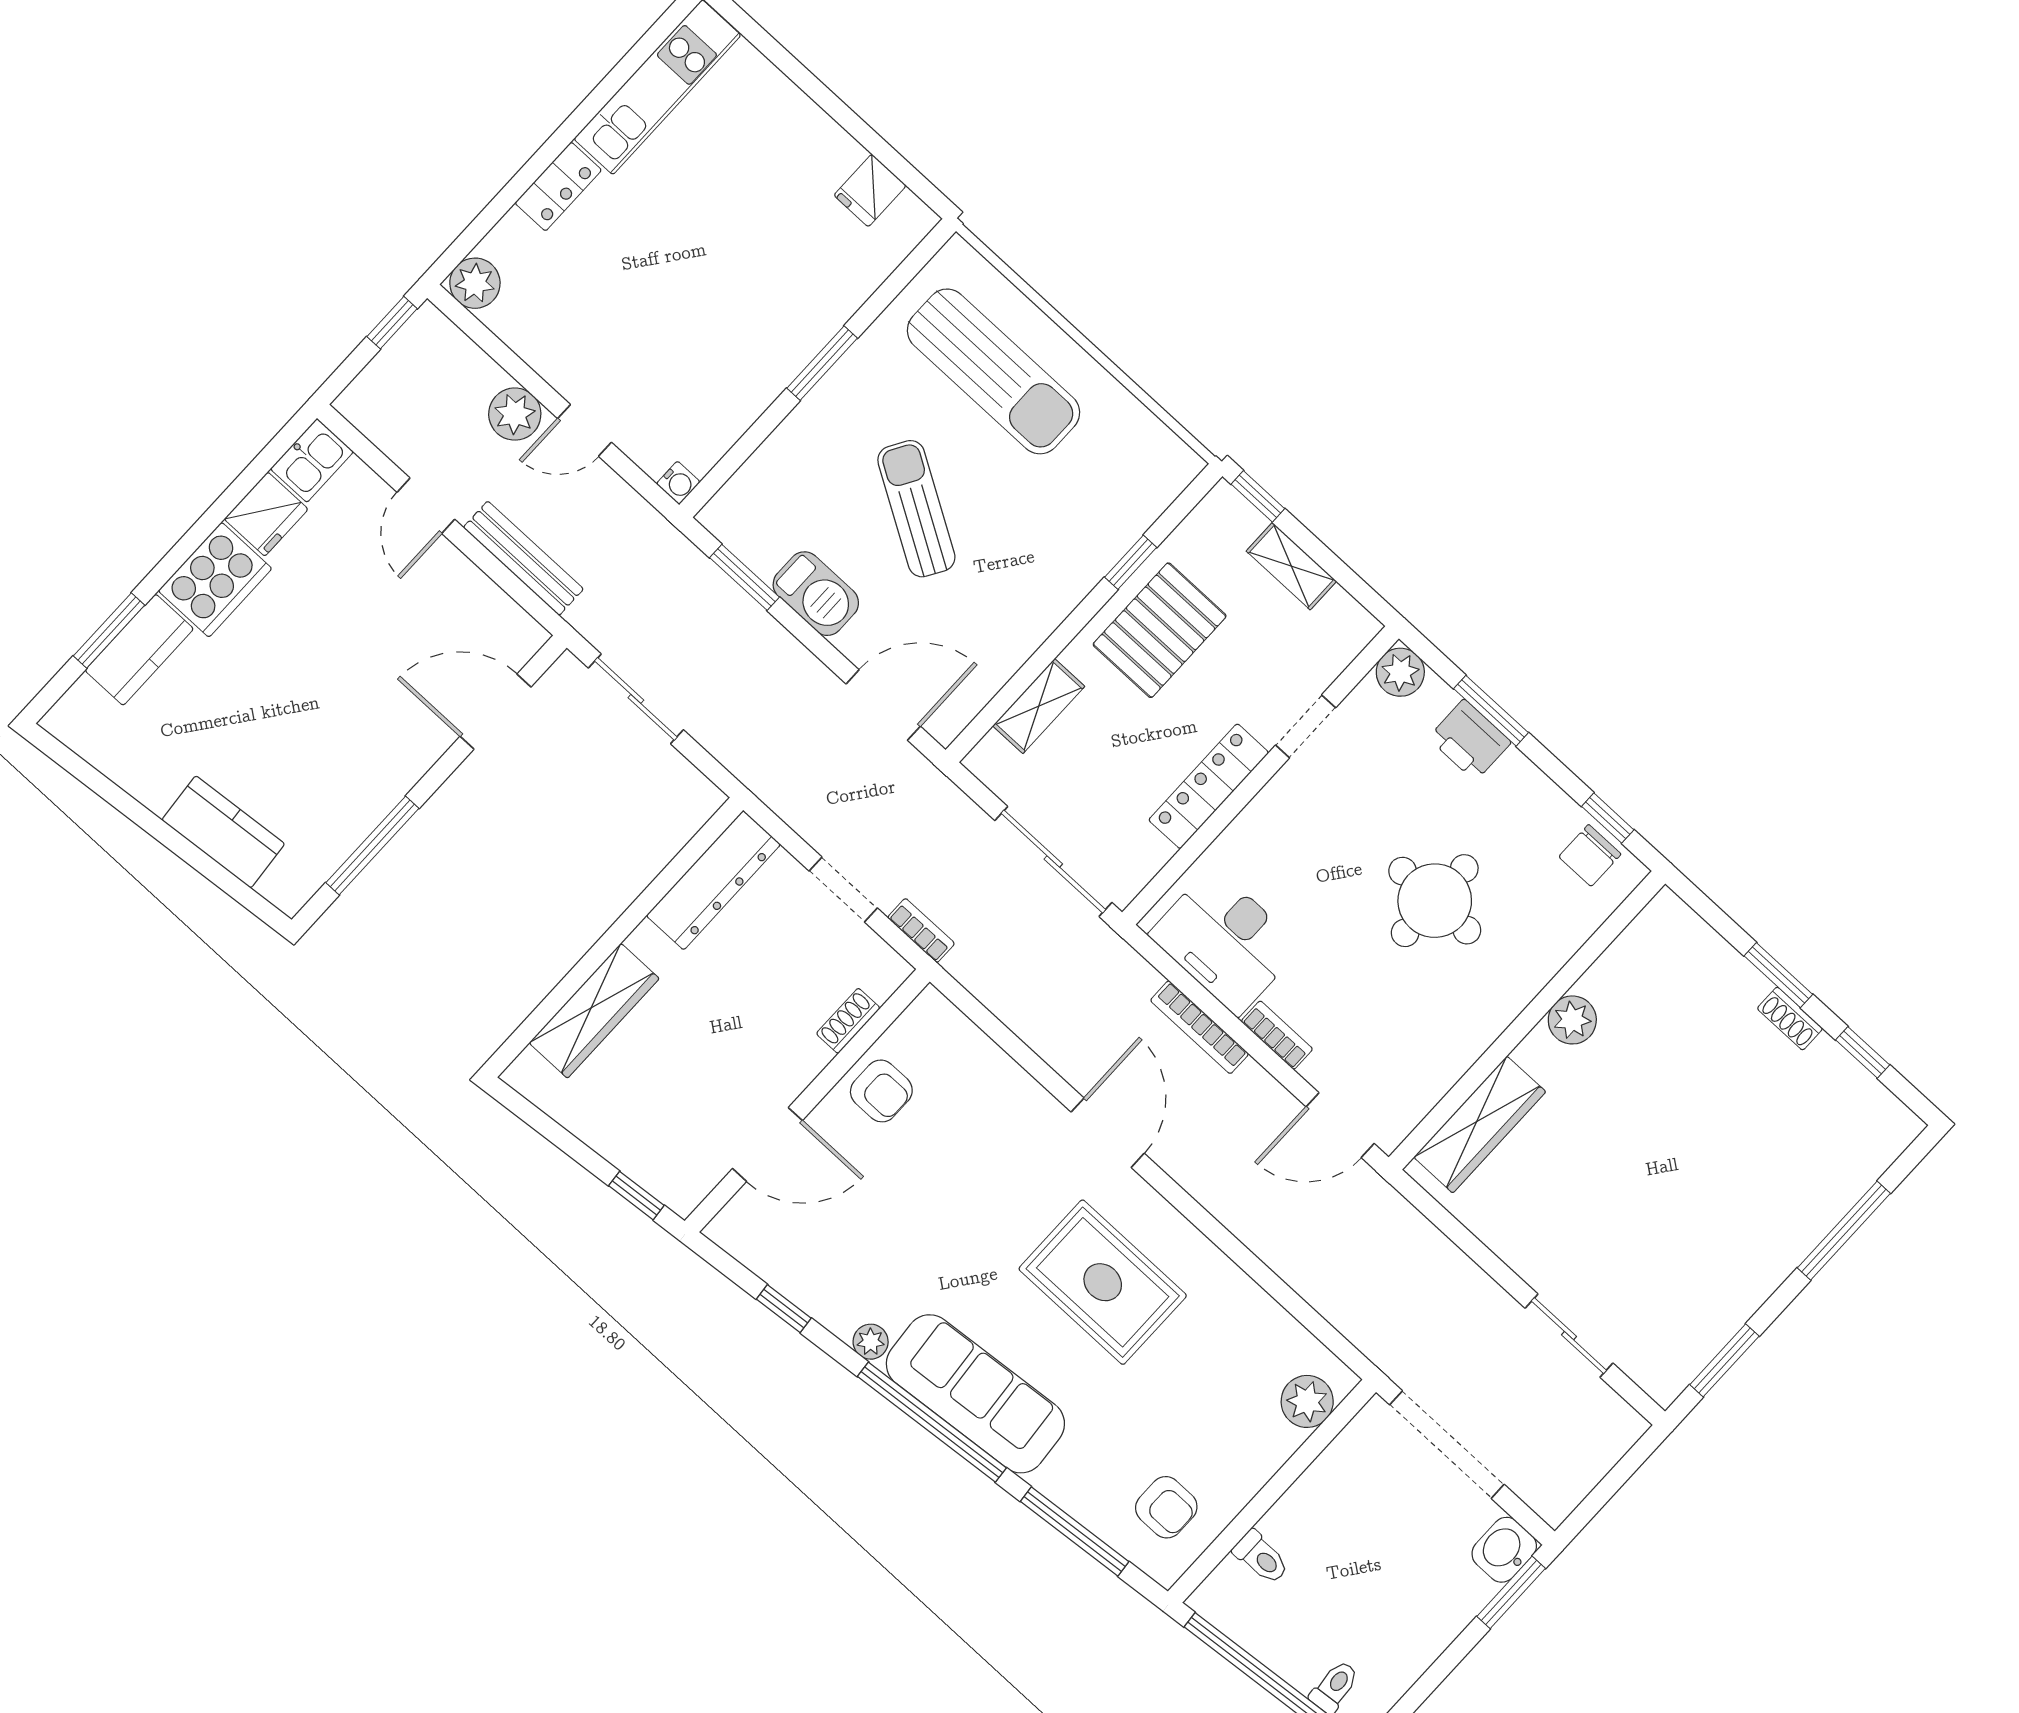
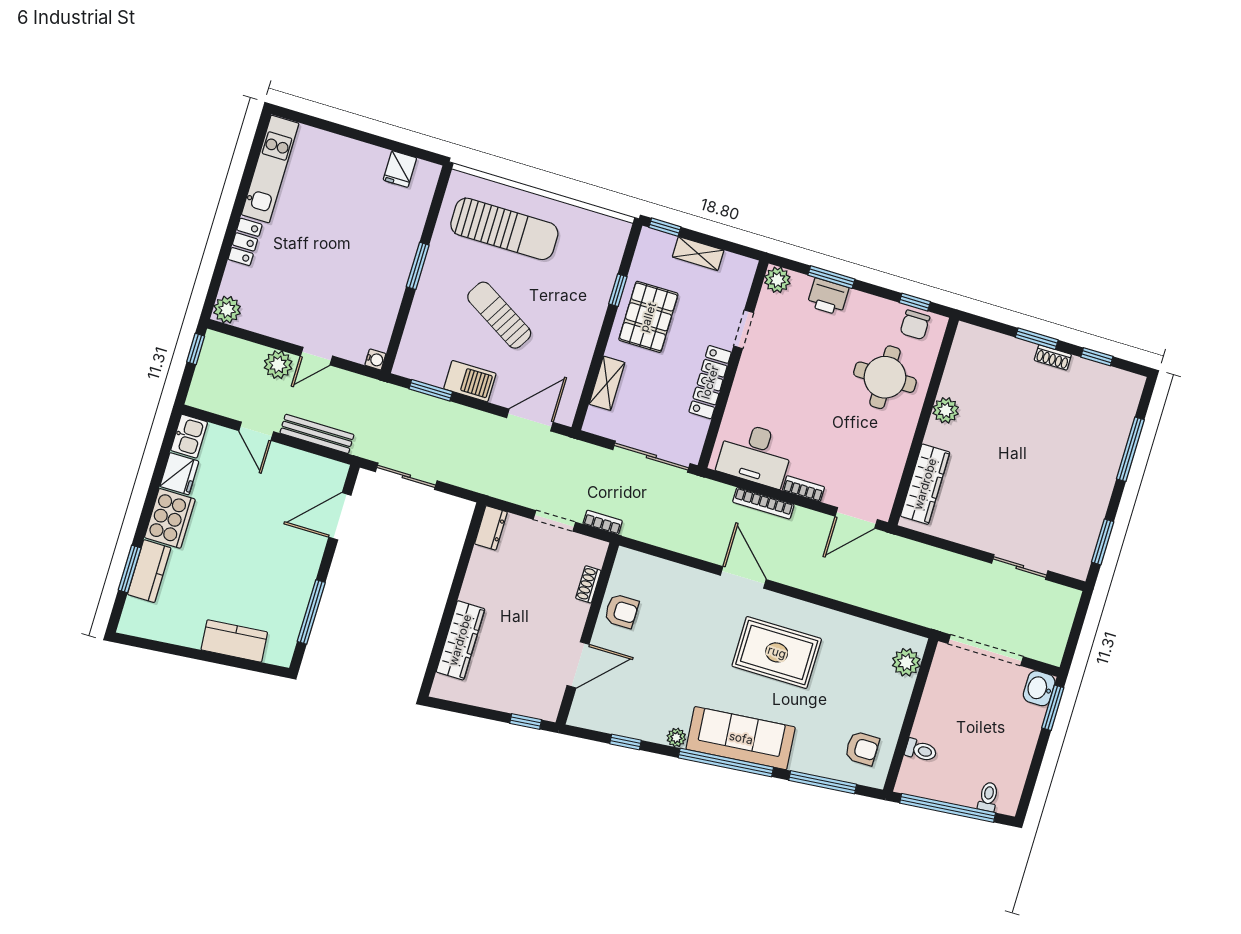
dresser: (713, 880) -> (491, 528), width x0.51, depth x0.80
round table: (1435, 901) -> (885, 377), moved

